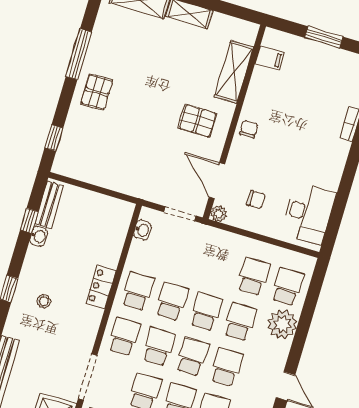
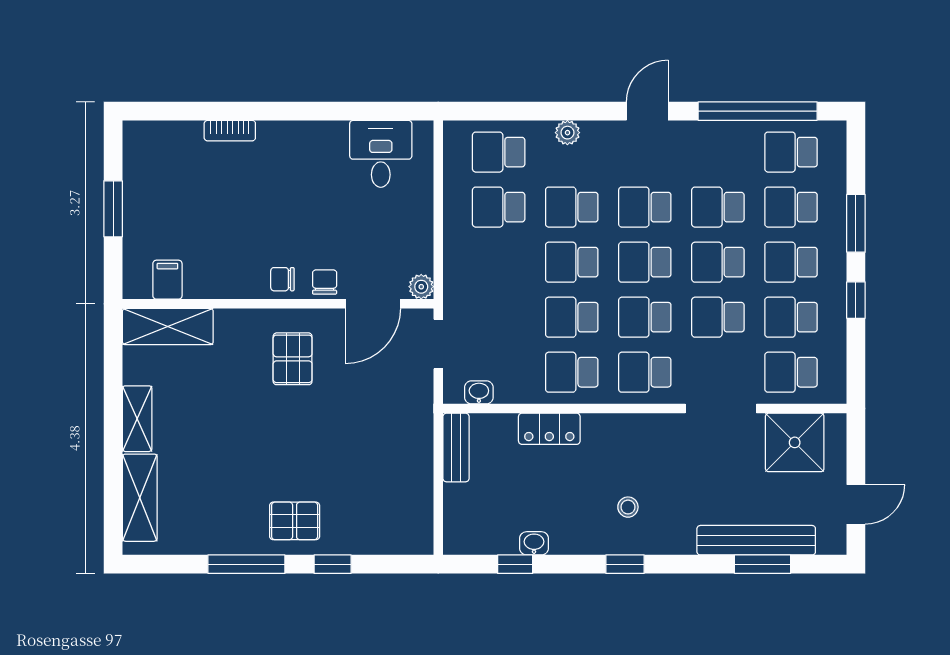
shelving: (234, 72) -> (168, 327), moved
window: (54, 138) -> (333, 564), moved
chair: (256, 200) -> (325, 282), moved
bench: (49, 205) -> (456, 447), moved, turned 90
desk: (308, 213) -> (381, 154), width x0.73
locker: (101, 287) -> (549, 429), moved
plant: (282, 324) -> (567, 133), width x0.53, depth x0.53

